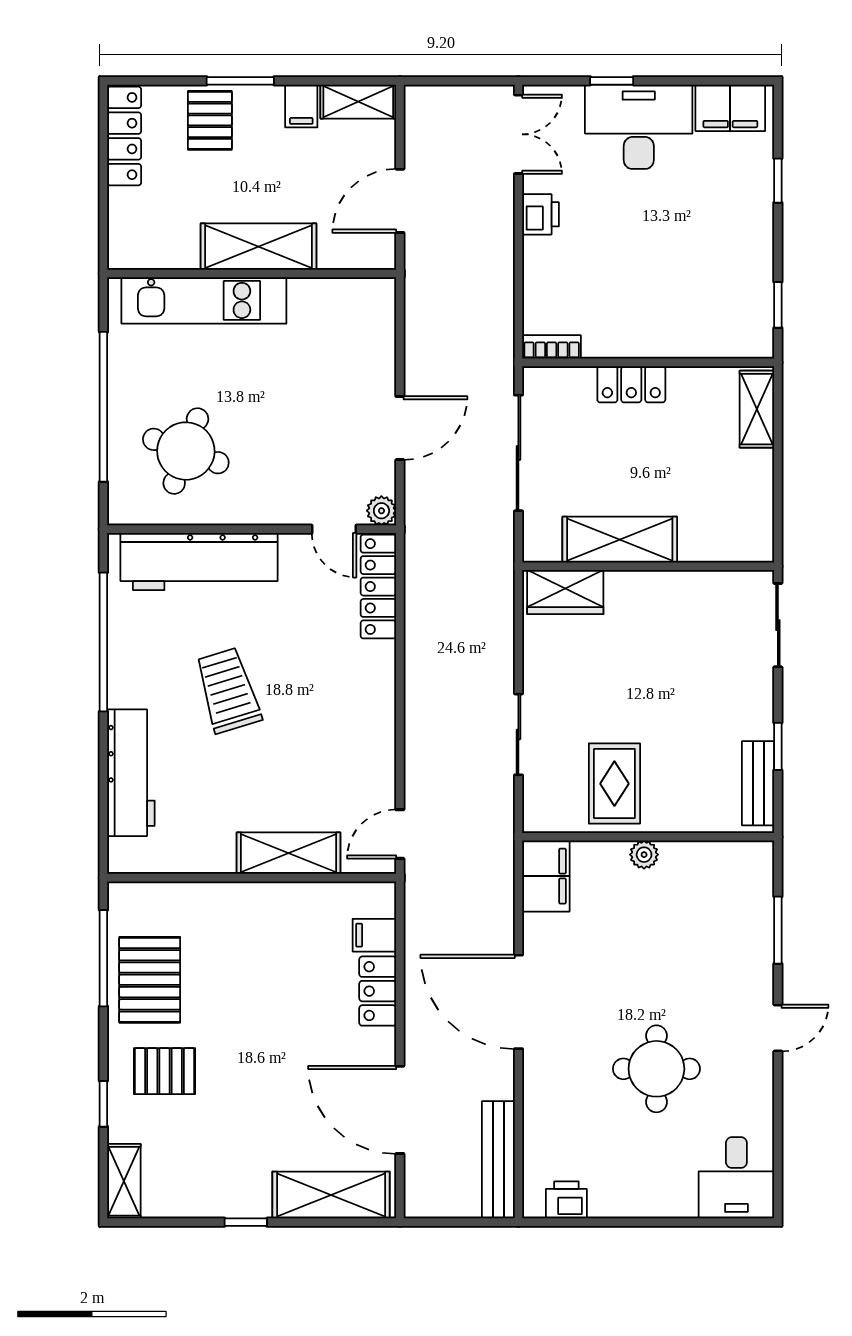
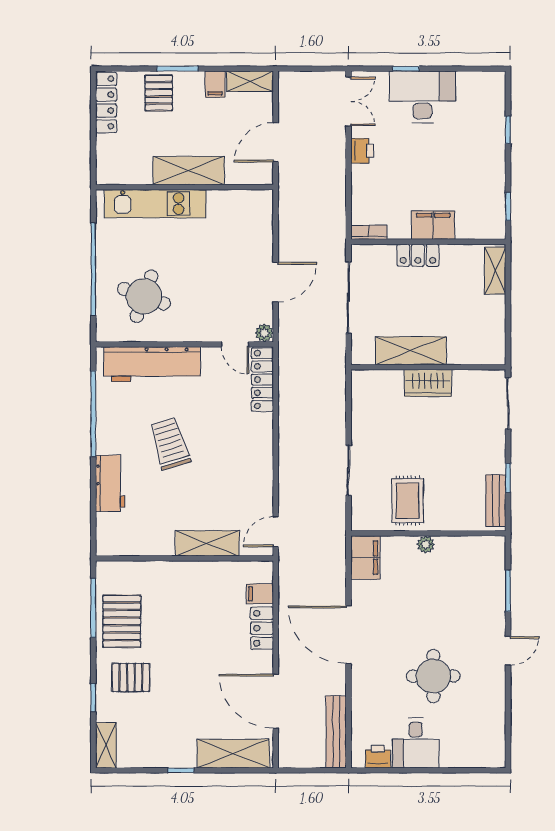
filing cabinet: (730, 108) -> (433, 225), moved, turned 180
wardrobe: (565, 592) -> (428, 383), moved
workbench: (131, 773) -> (110, 483), width x0.73
desk: (736, 1178) -> (416, 743), moved

